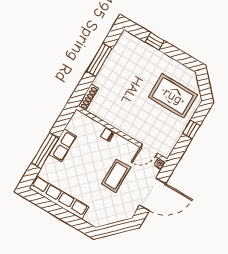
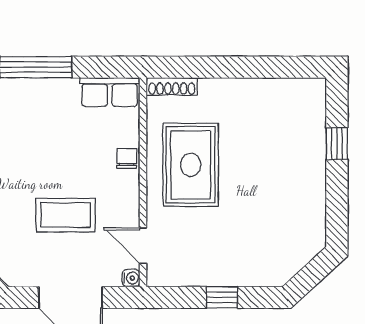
window: (99, 60) -> (248, 67), removed
rug: (173, 96) -> (191, 165), moved
row of seats: (63, 145) -> (110, 92), moved

